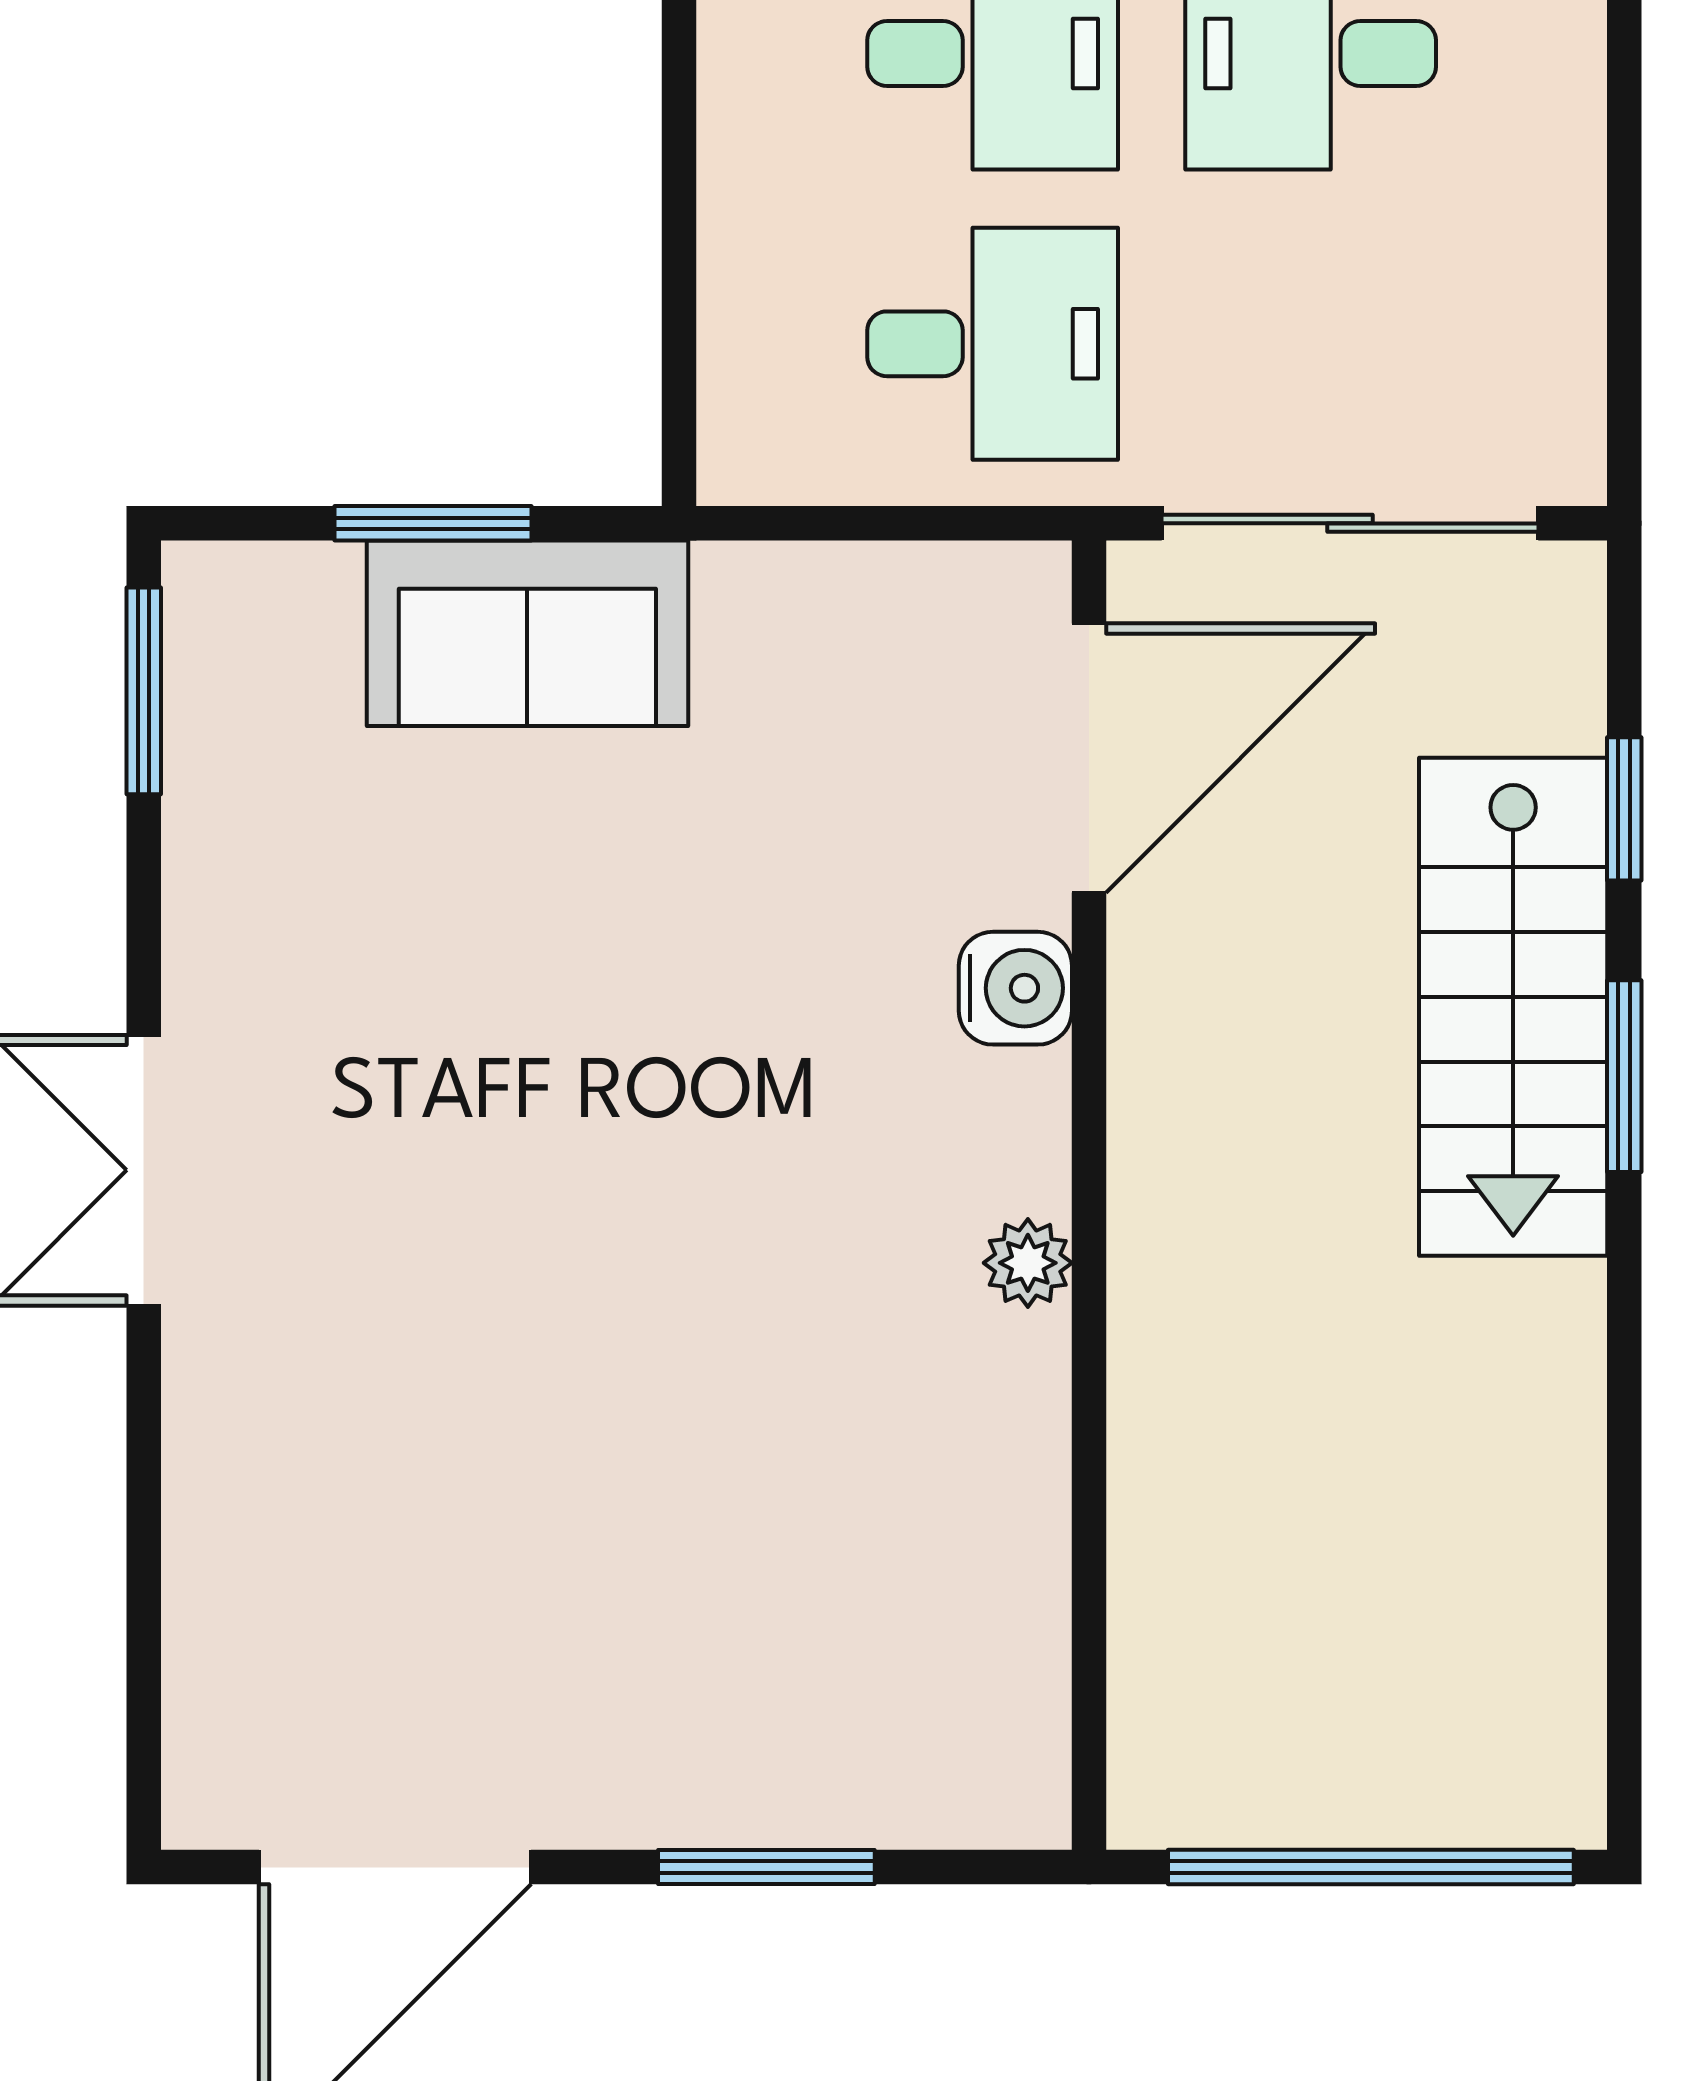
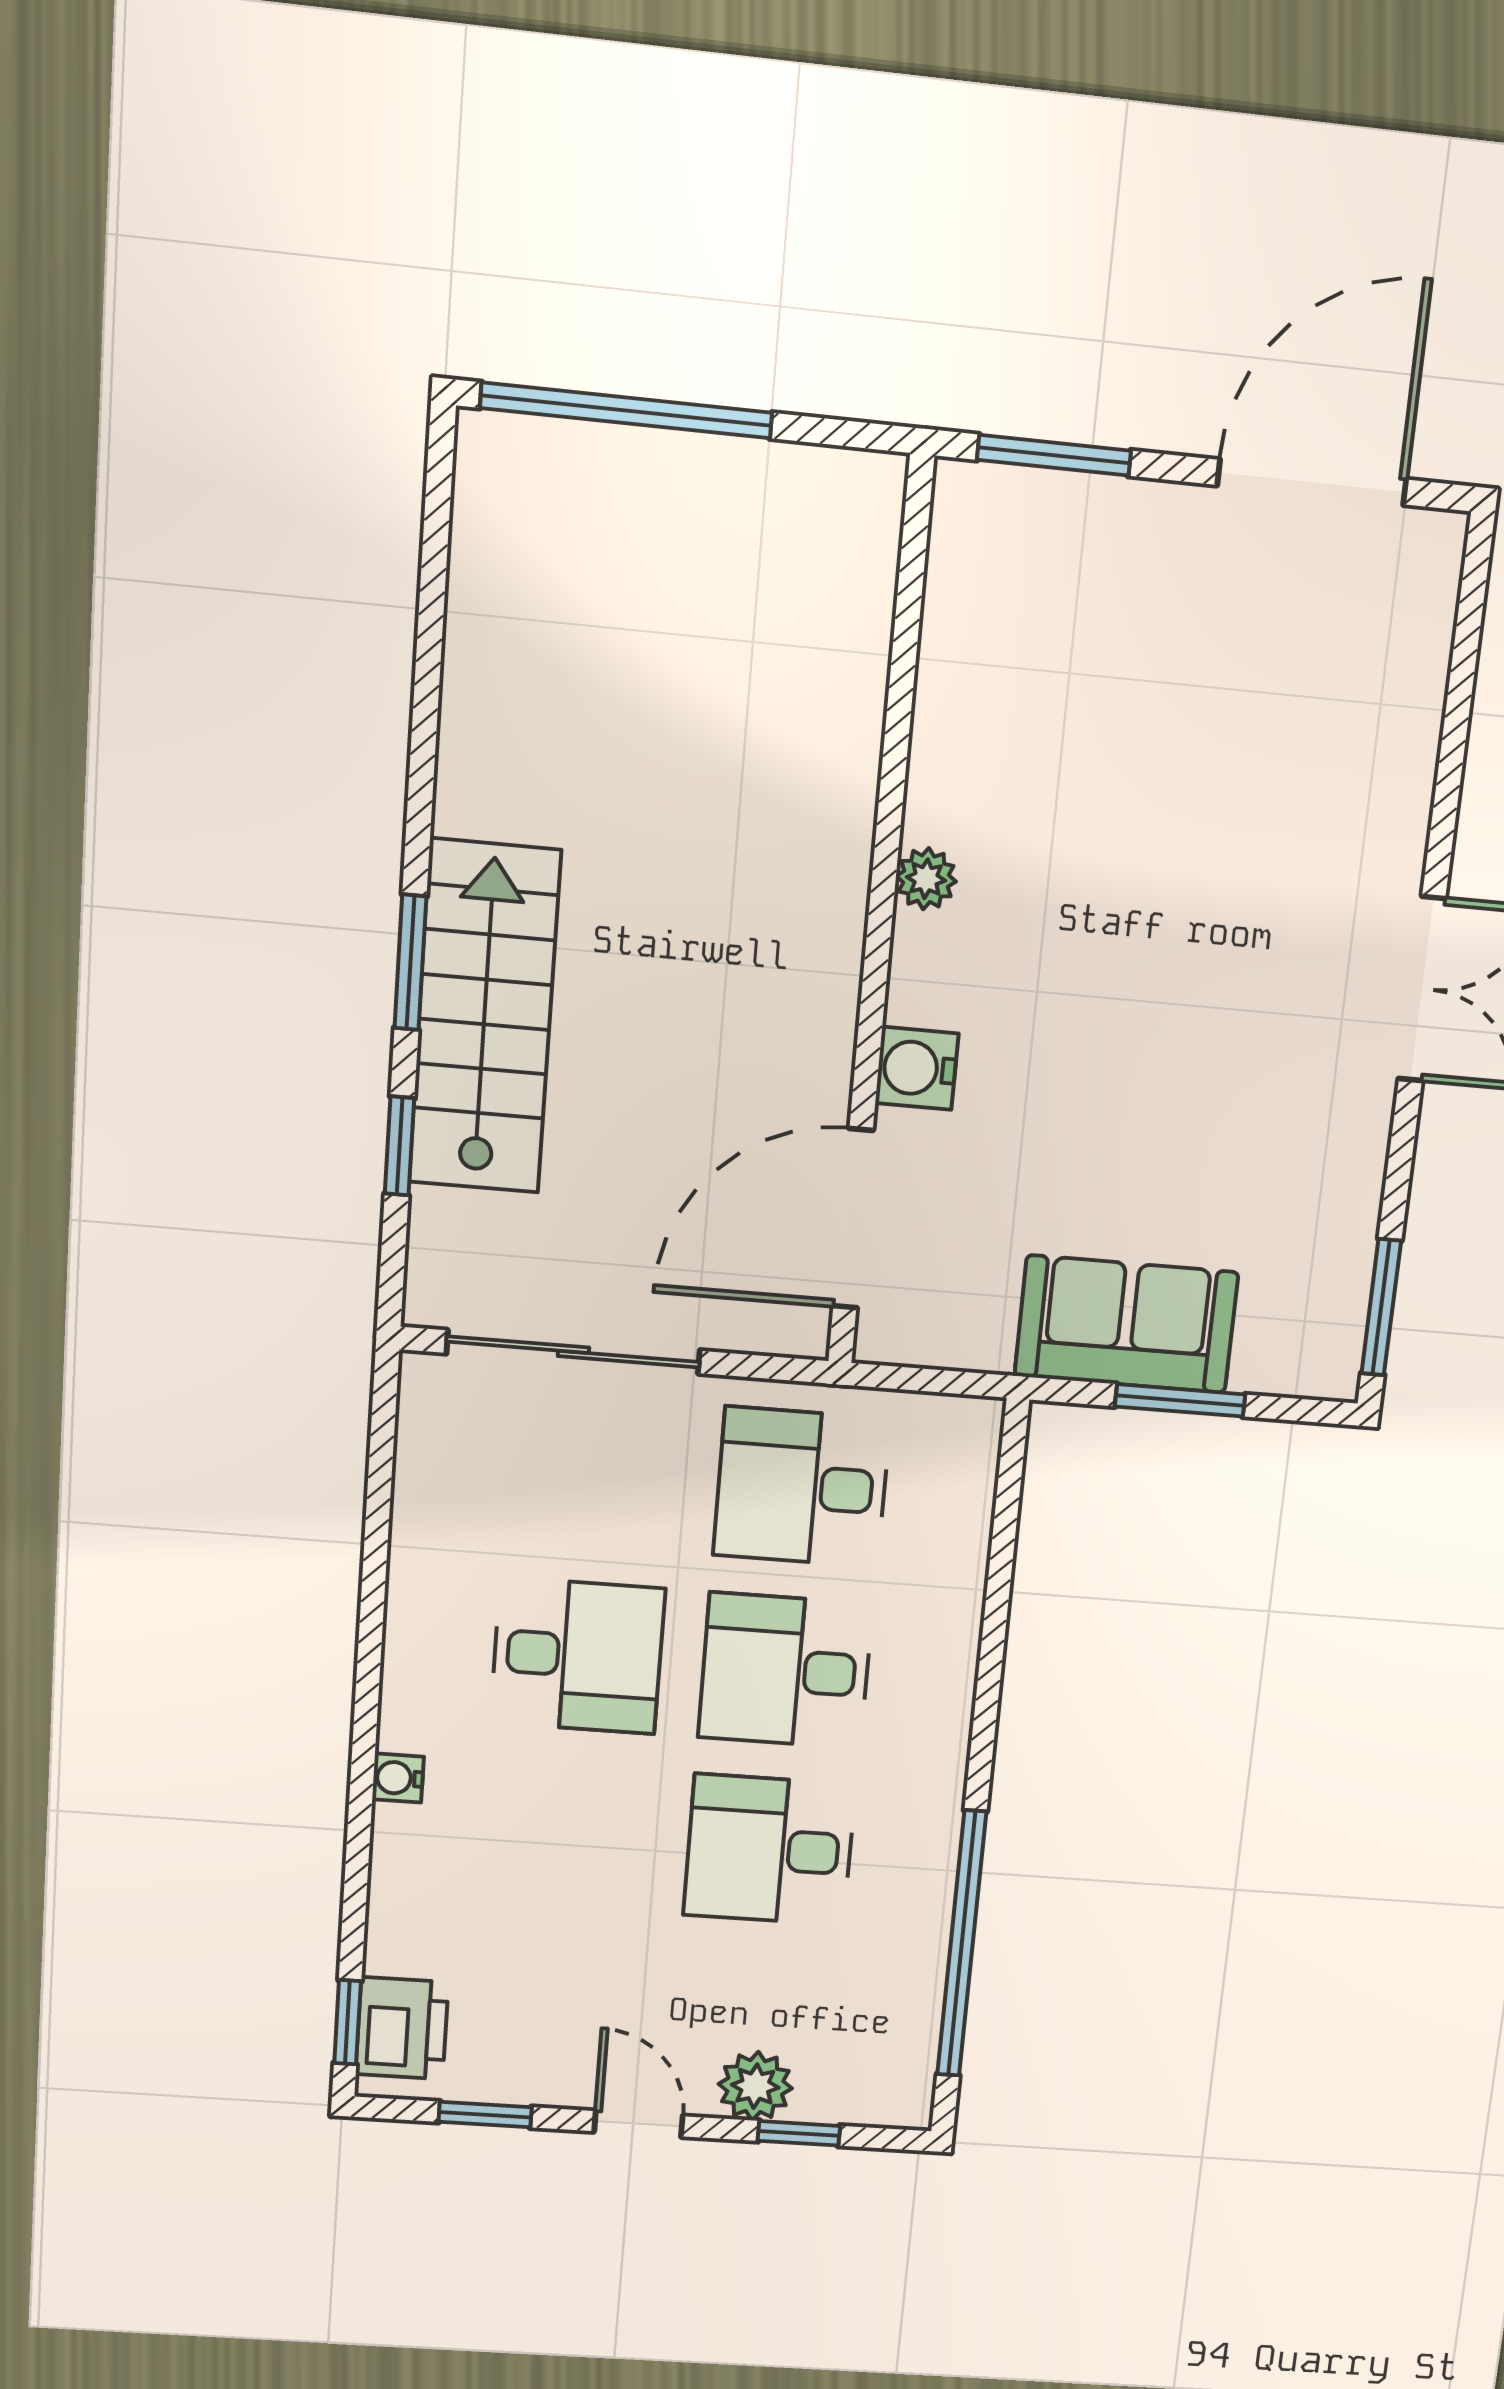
door: (1089, 758) -> (853, 1219), moved
water cooler: (1015, 988) -> (917, 1068), moved
wall: (1089, 1195) -> (880, 922), moved
plant: (1028, 1263) -> (926, 879), moved

